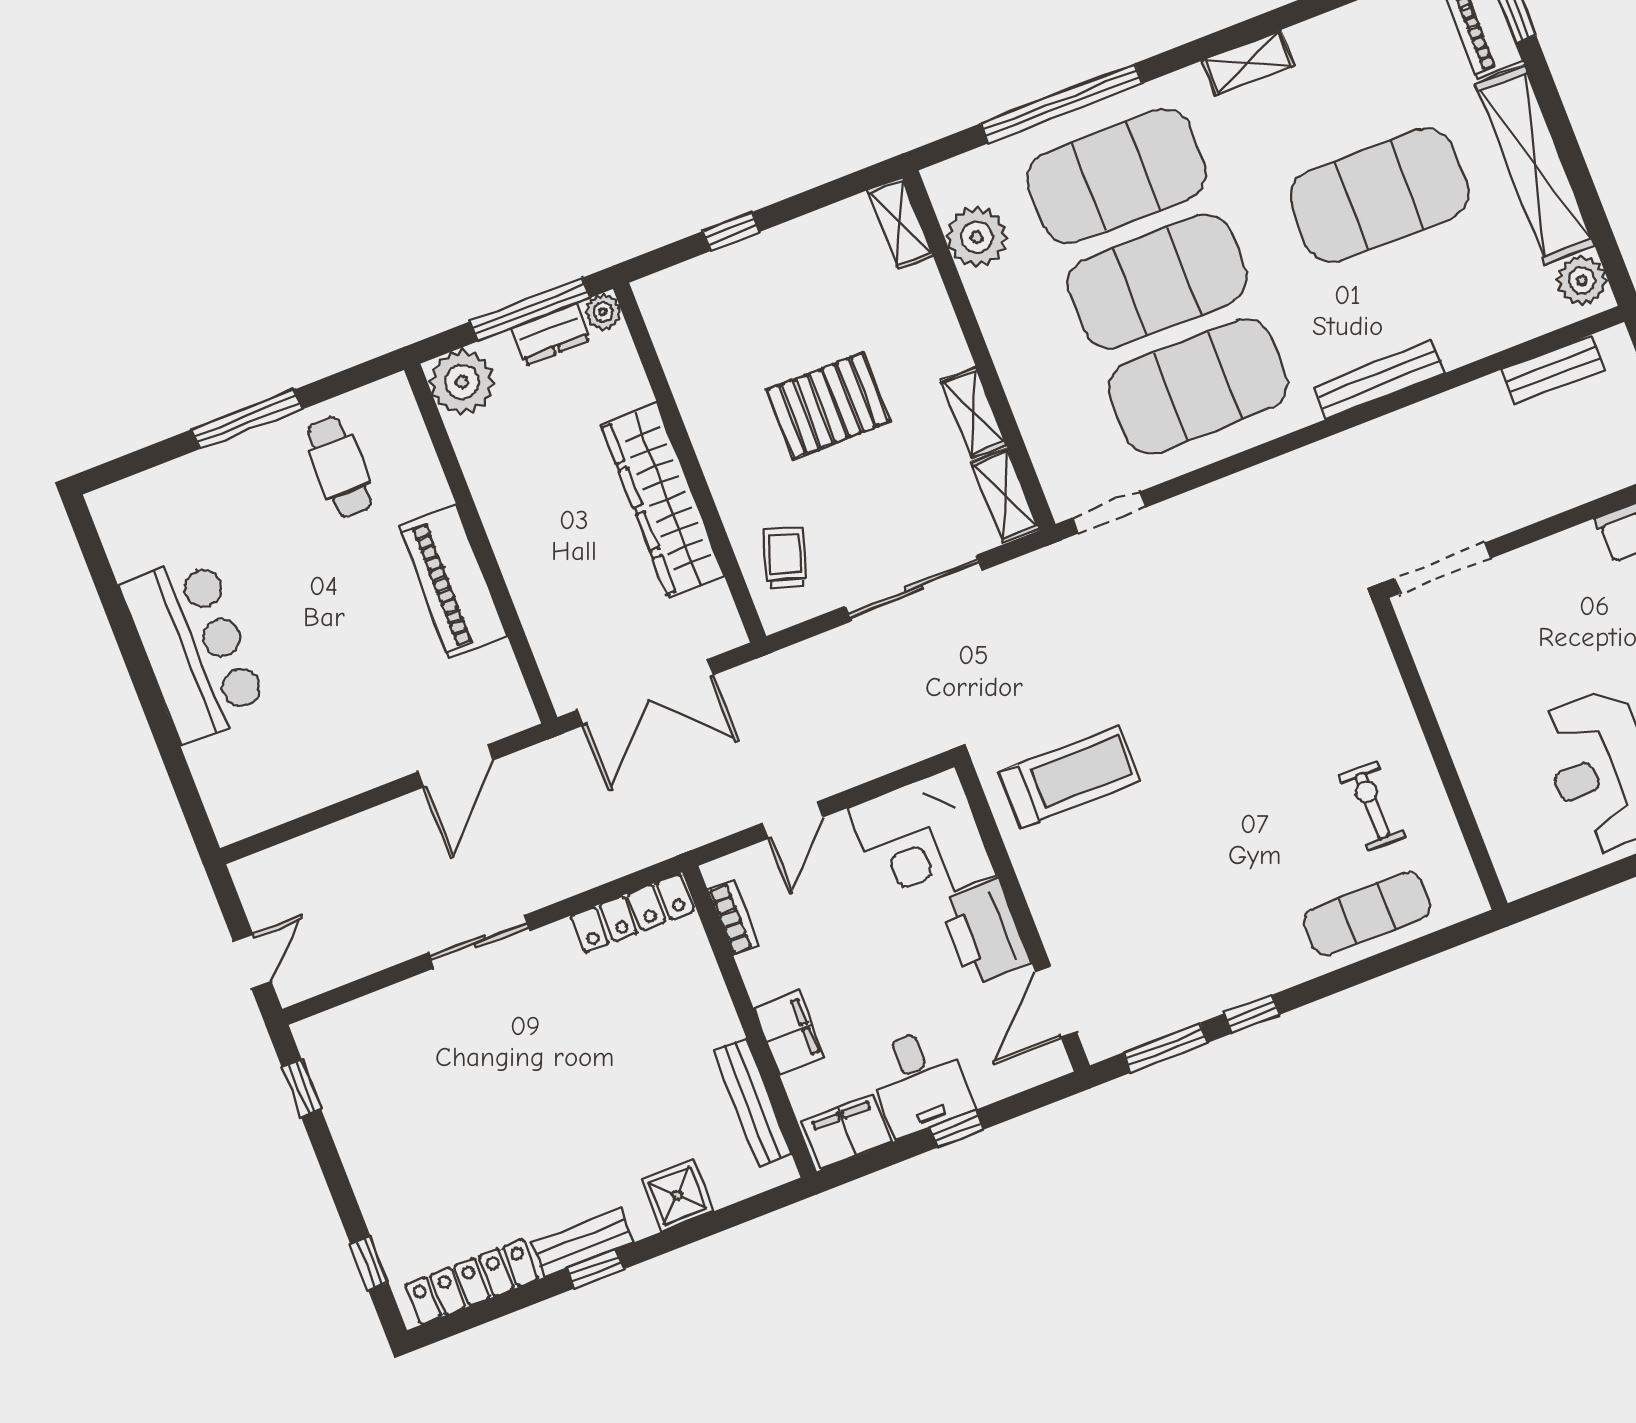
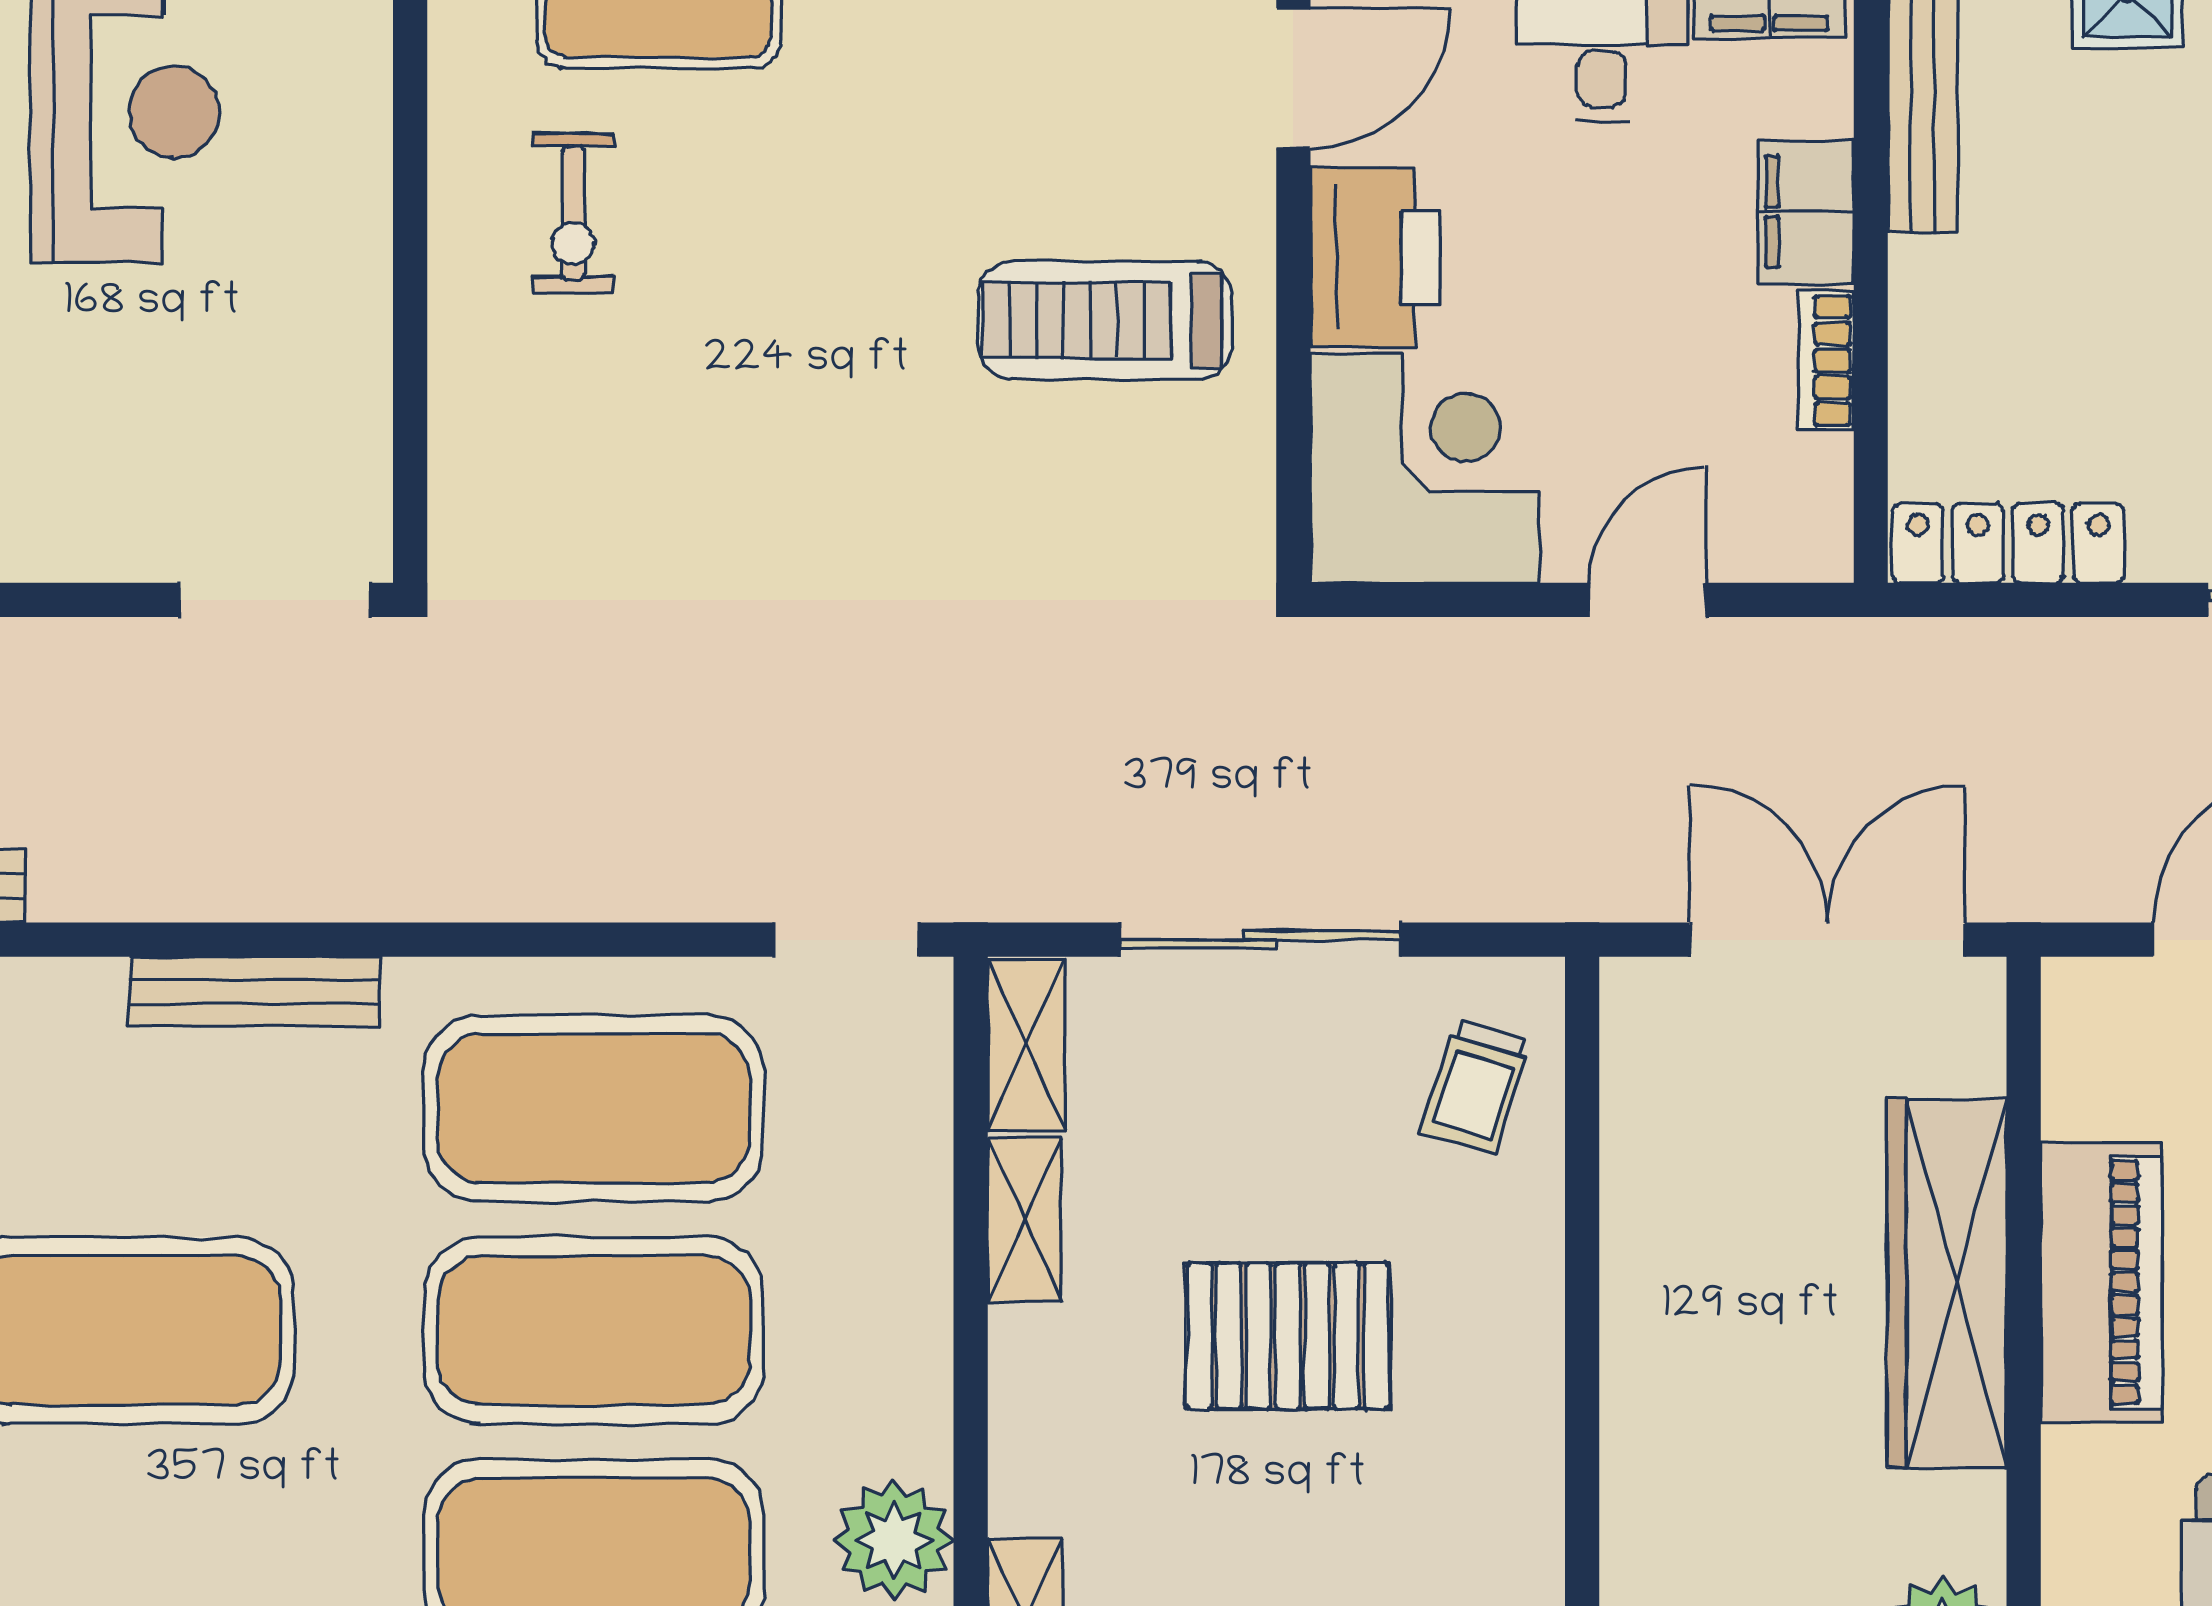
wardrobe: (663, 500) -> (1947, 1283), moved, turned 180
treadmill: (1070, 777) -> (1105, 320), moved
bookcase: (733, 917) -> (1826, 360), moved

